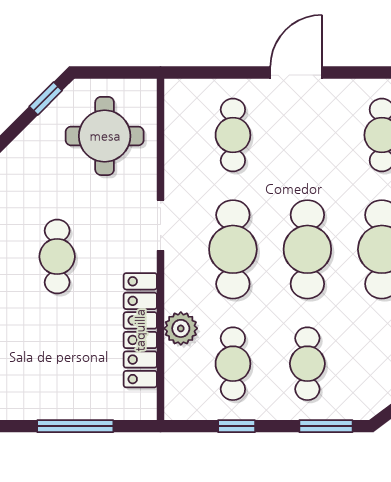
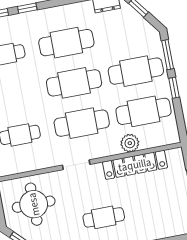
cafe table: (233, 364) -> (144, 111), width x1.37, depth x1.35
cafe table: (307, 364) -> (136, 71), width x1.37, depth x1.35
window: (237, 426) -> (174, 88), moved

